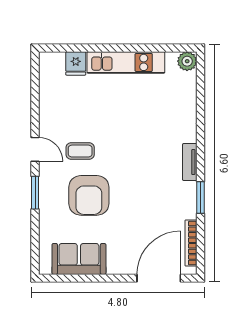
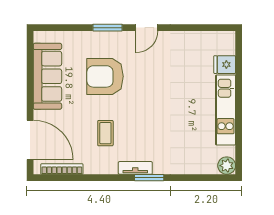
coffee table: (80, 151) -> (105, 133), moved
window: (200, 198) -> (149, 178), moved
sofa: (79, 259) -> (47, 76), width x1.36

